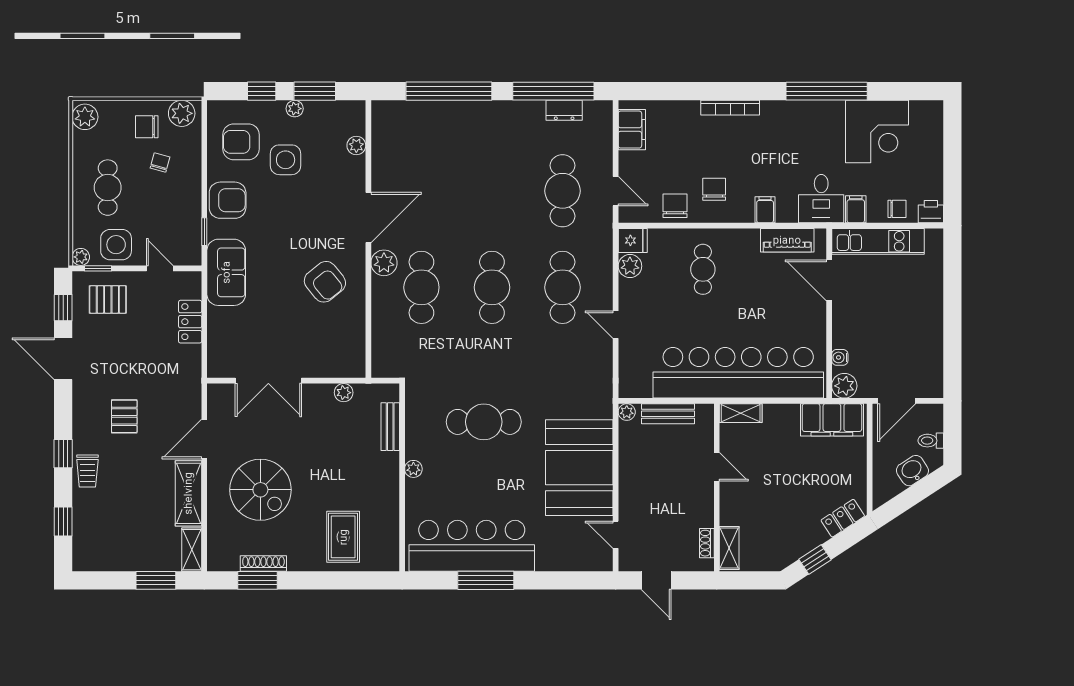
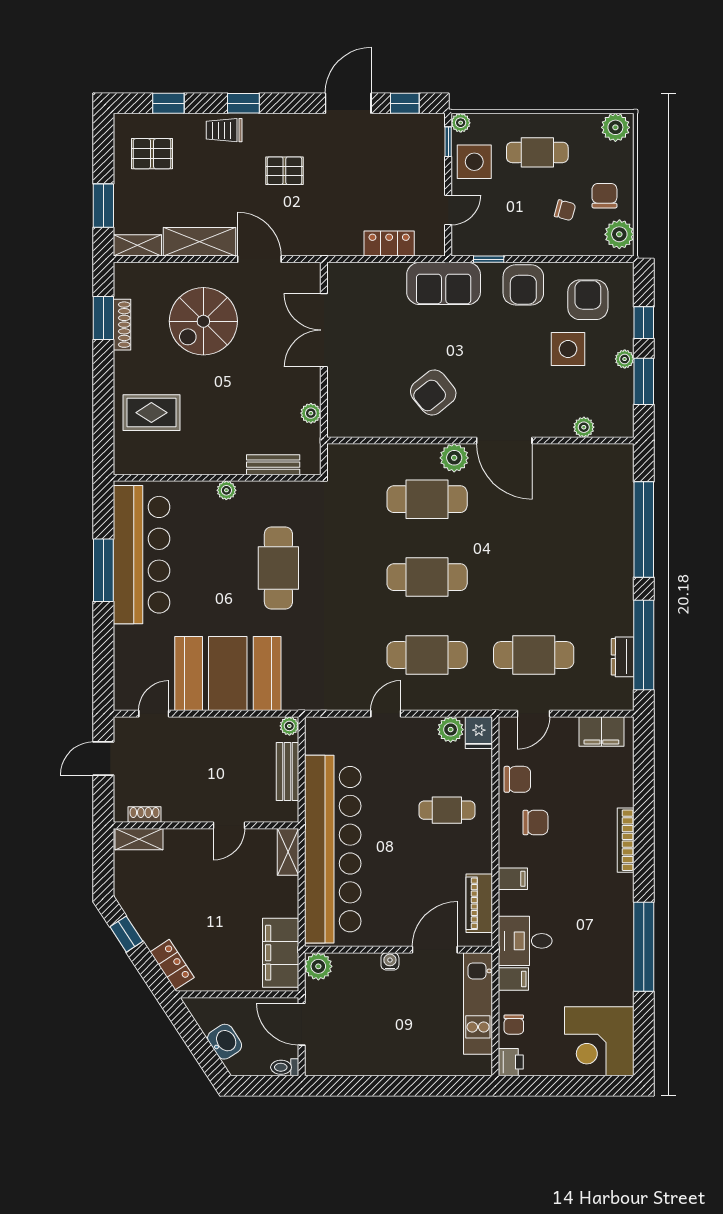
corner desk: (877, 131) -> (599, 1041), moved
pallet: (108, 299) -> (152, 154), moved, turned 90
water cooler: (840, 357) -> (390, 961), moved
toilet: (931, 441) -> (285, 1067), moved, turned -90

